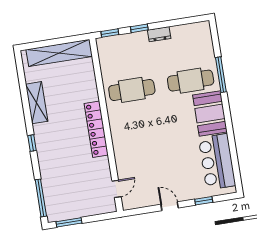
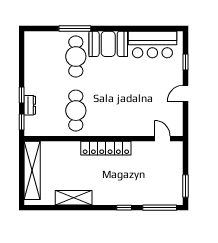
dresser: (159, 34) -> (30, 105), moved
window: (32, 143) -> (124, 208), moved

